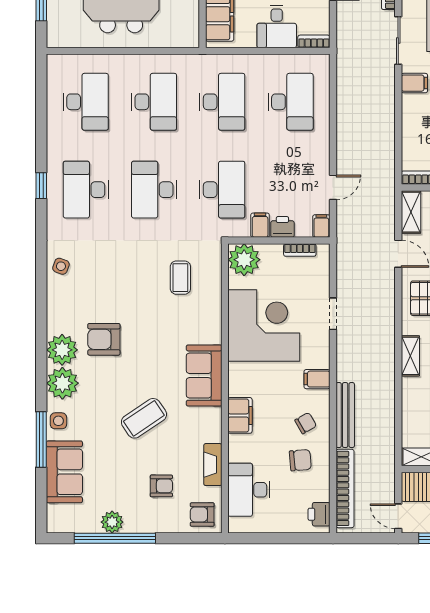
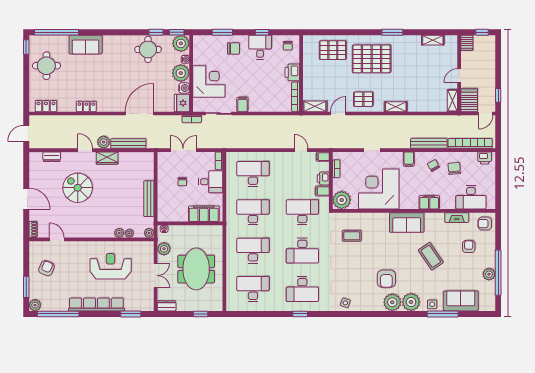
armchair: (202, 514) -> (485, 224), turned 90

